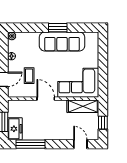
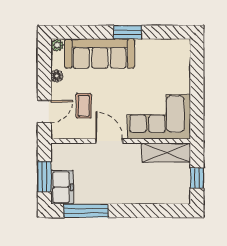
sofa: (62, 42) -> (100, 54), moved
door: (80, 144) -> (162, 211), removed

